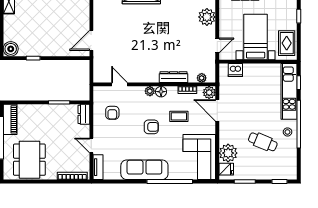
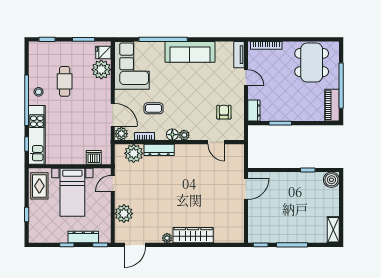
plant: (202, 78) -> (134, 153), width x1.87, depth x1.87
armchair: (151, 127) -> (183, 97), removed
cafe table: (263, 142) -> (65, 81), turned 68

